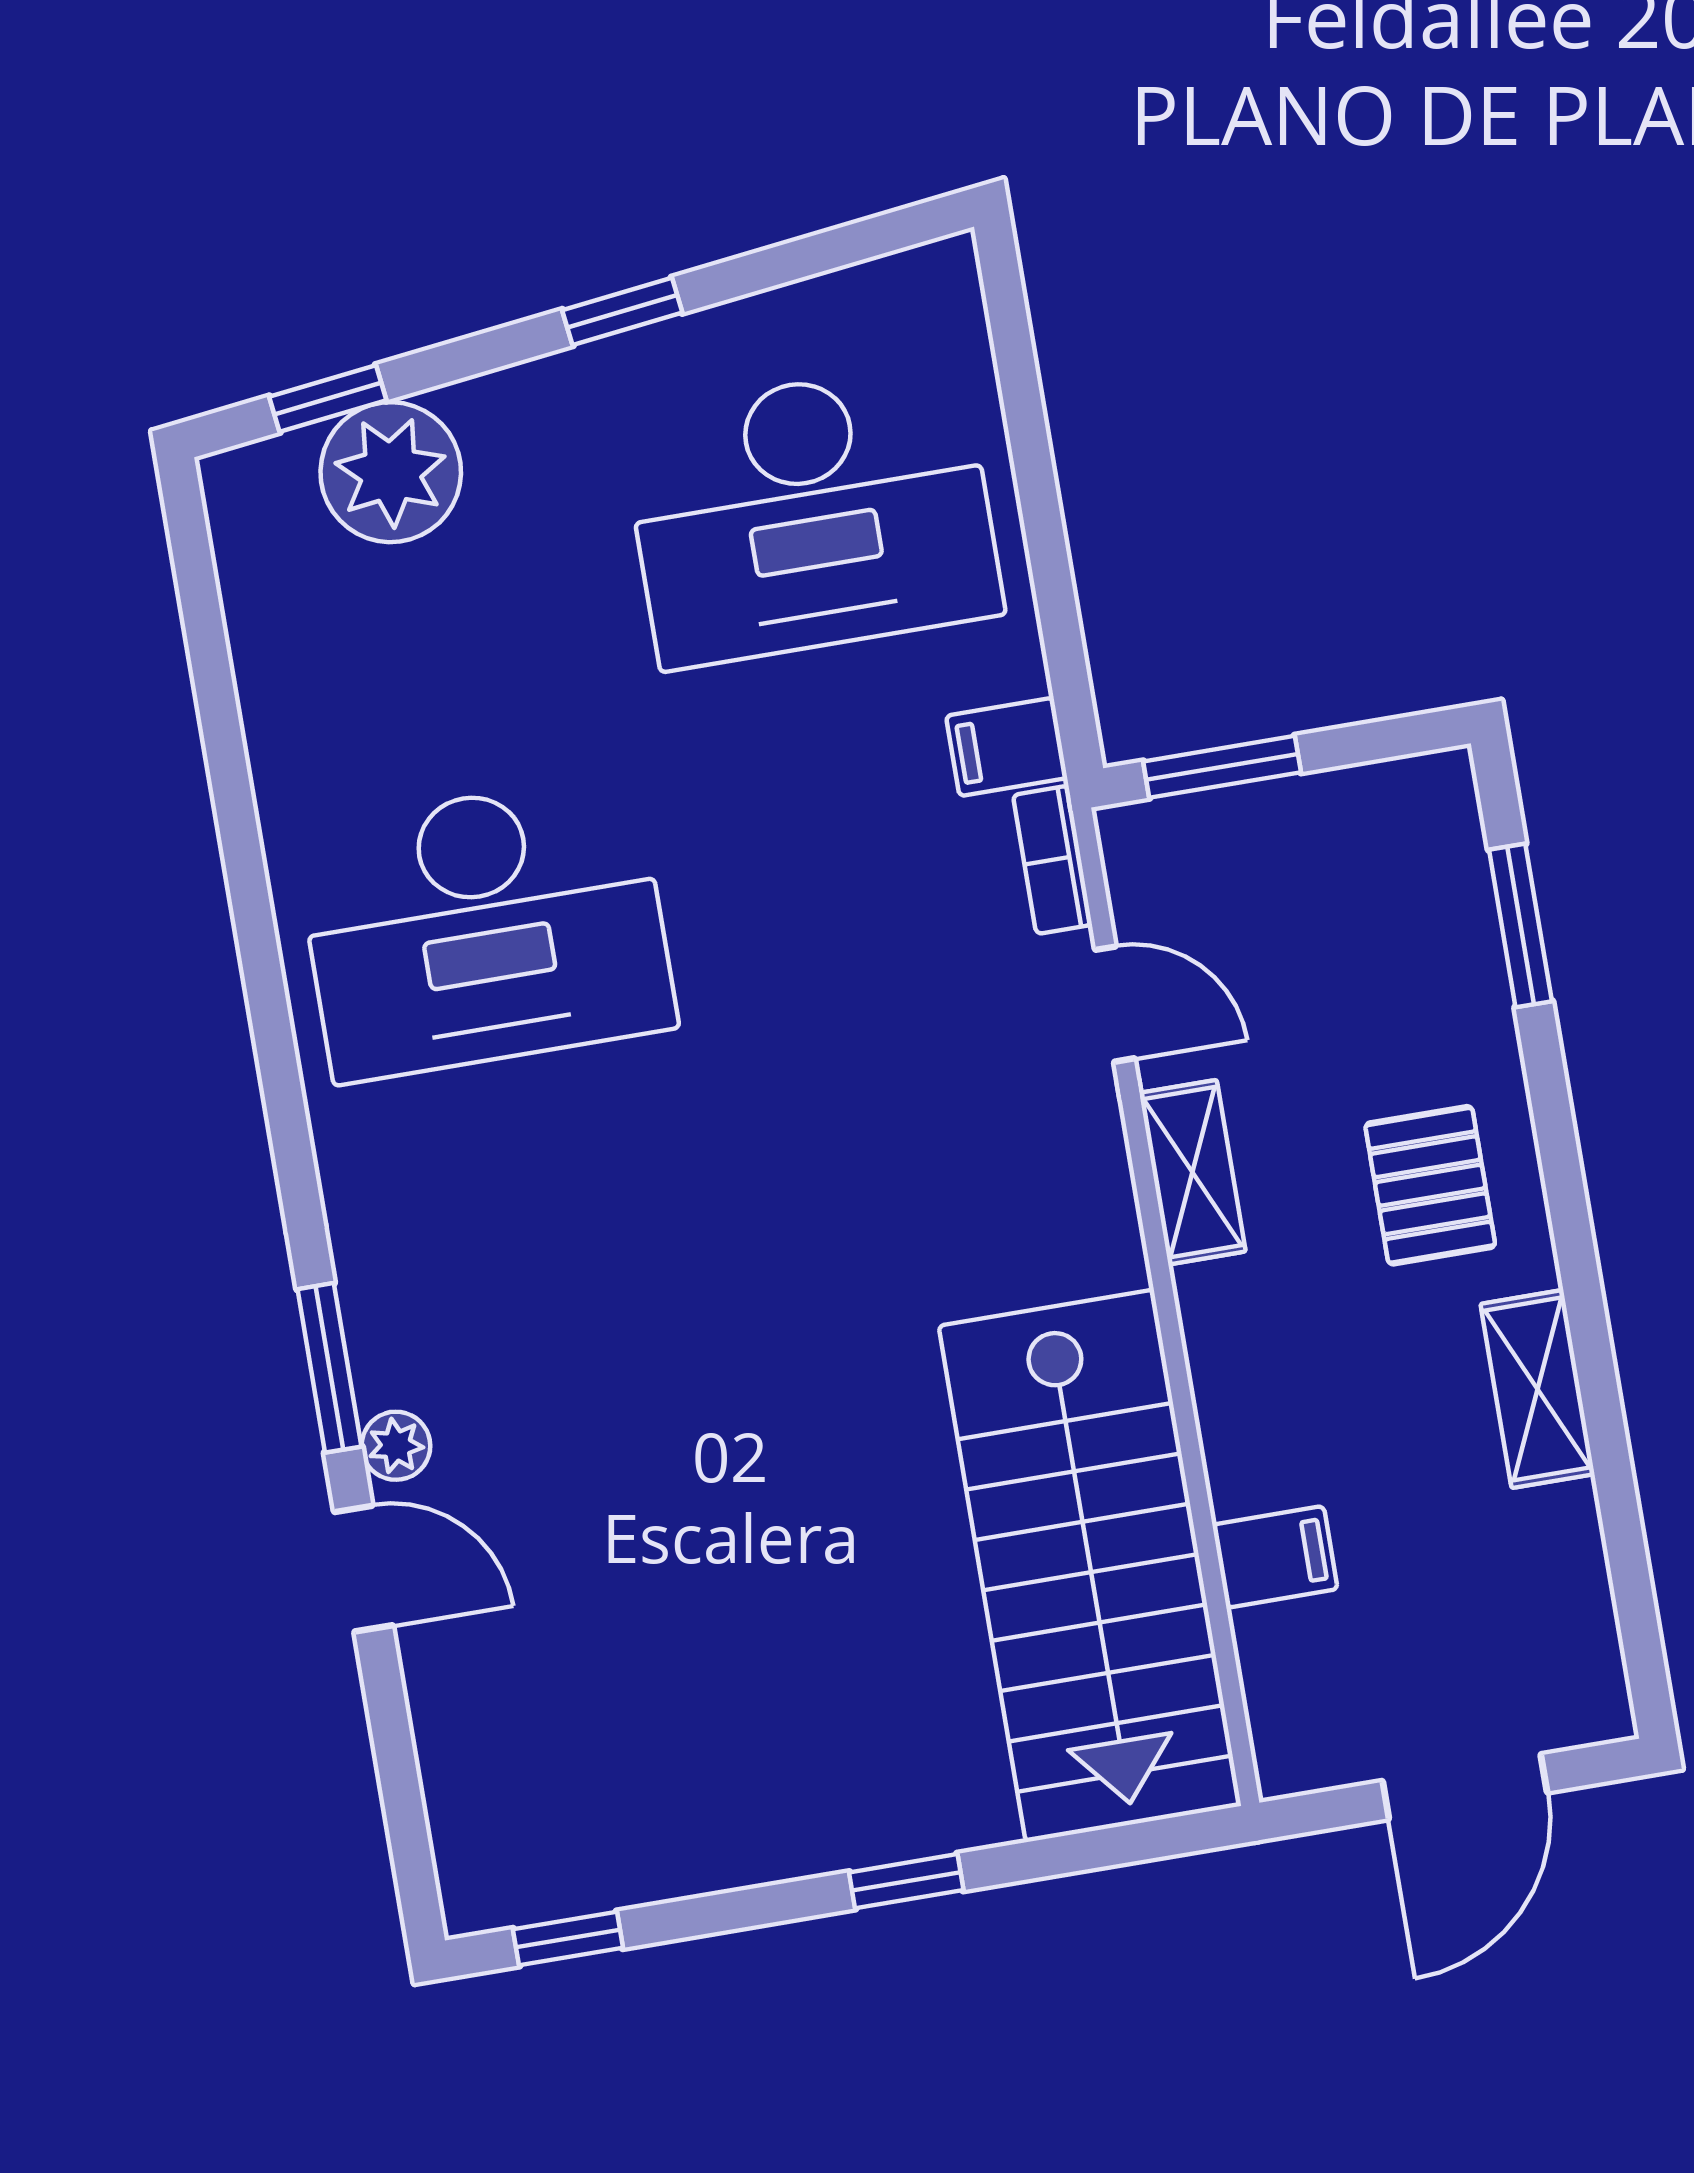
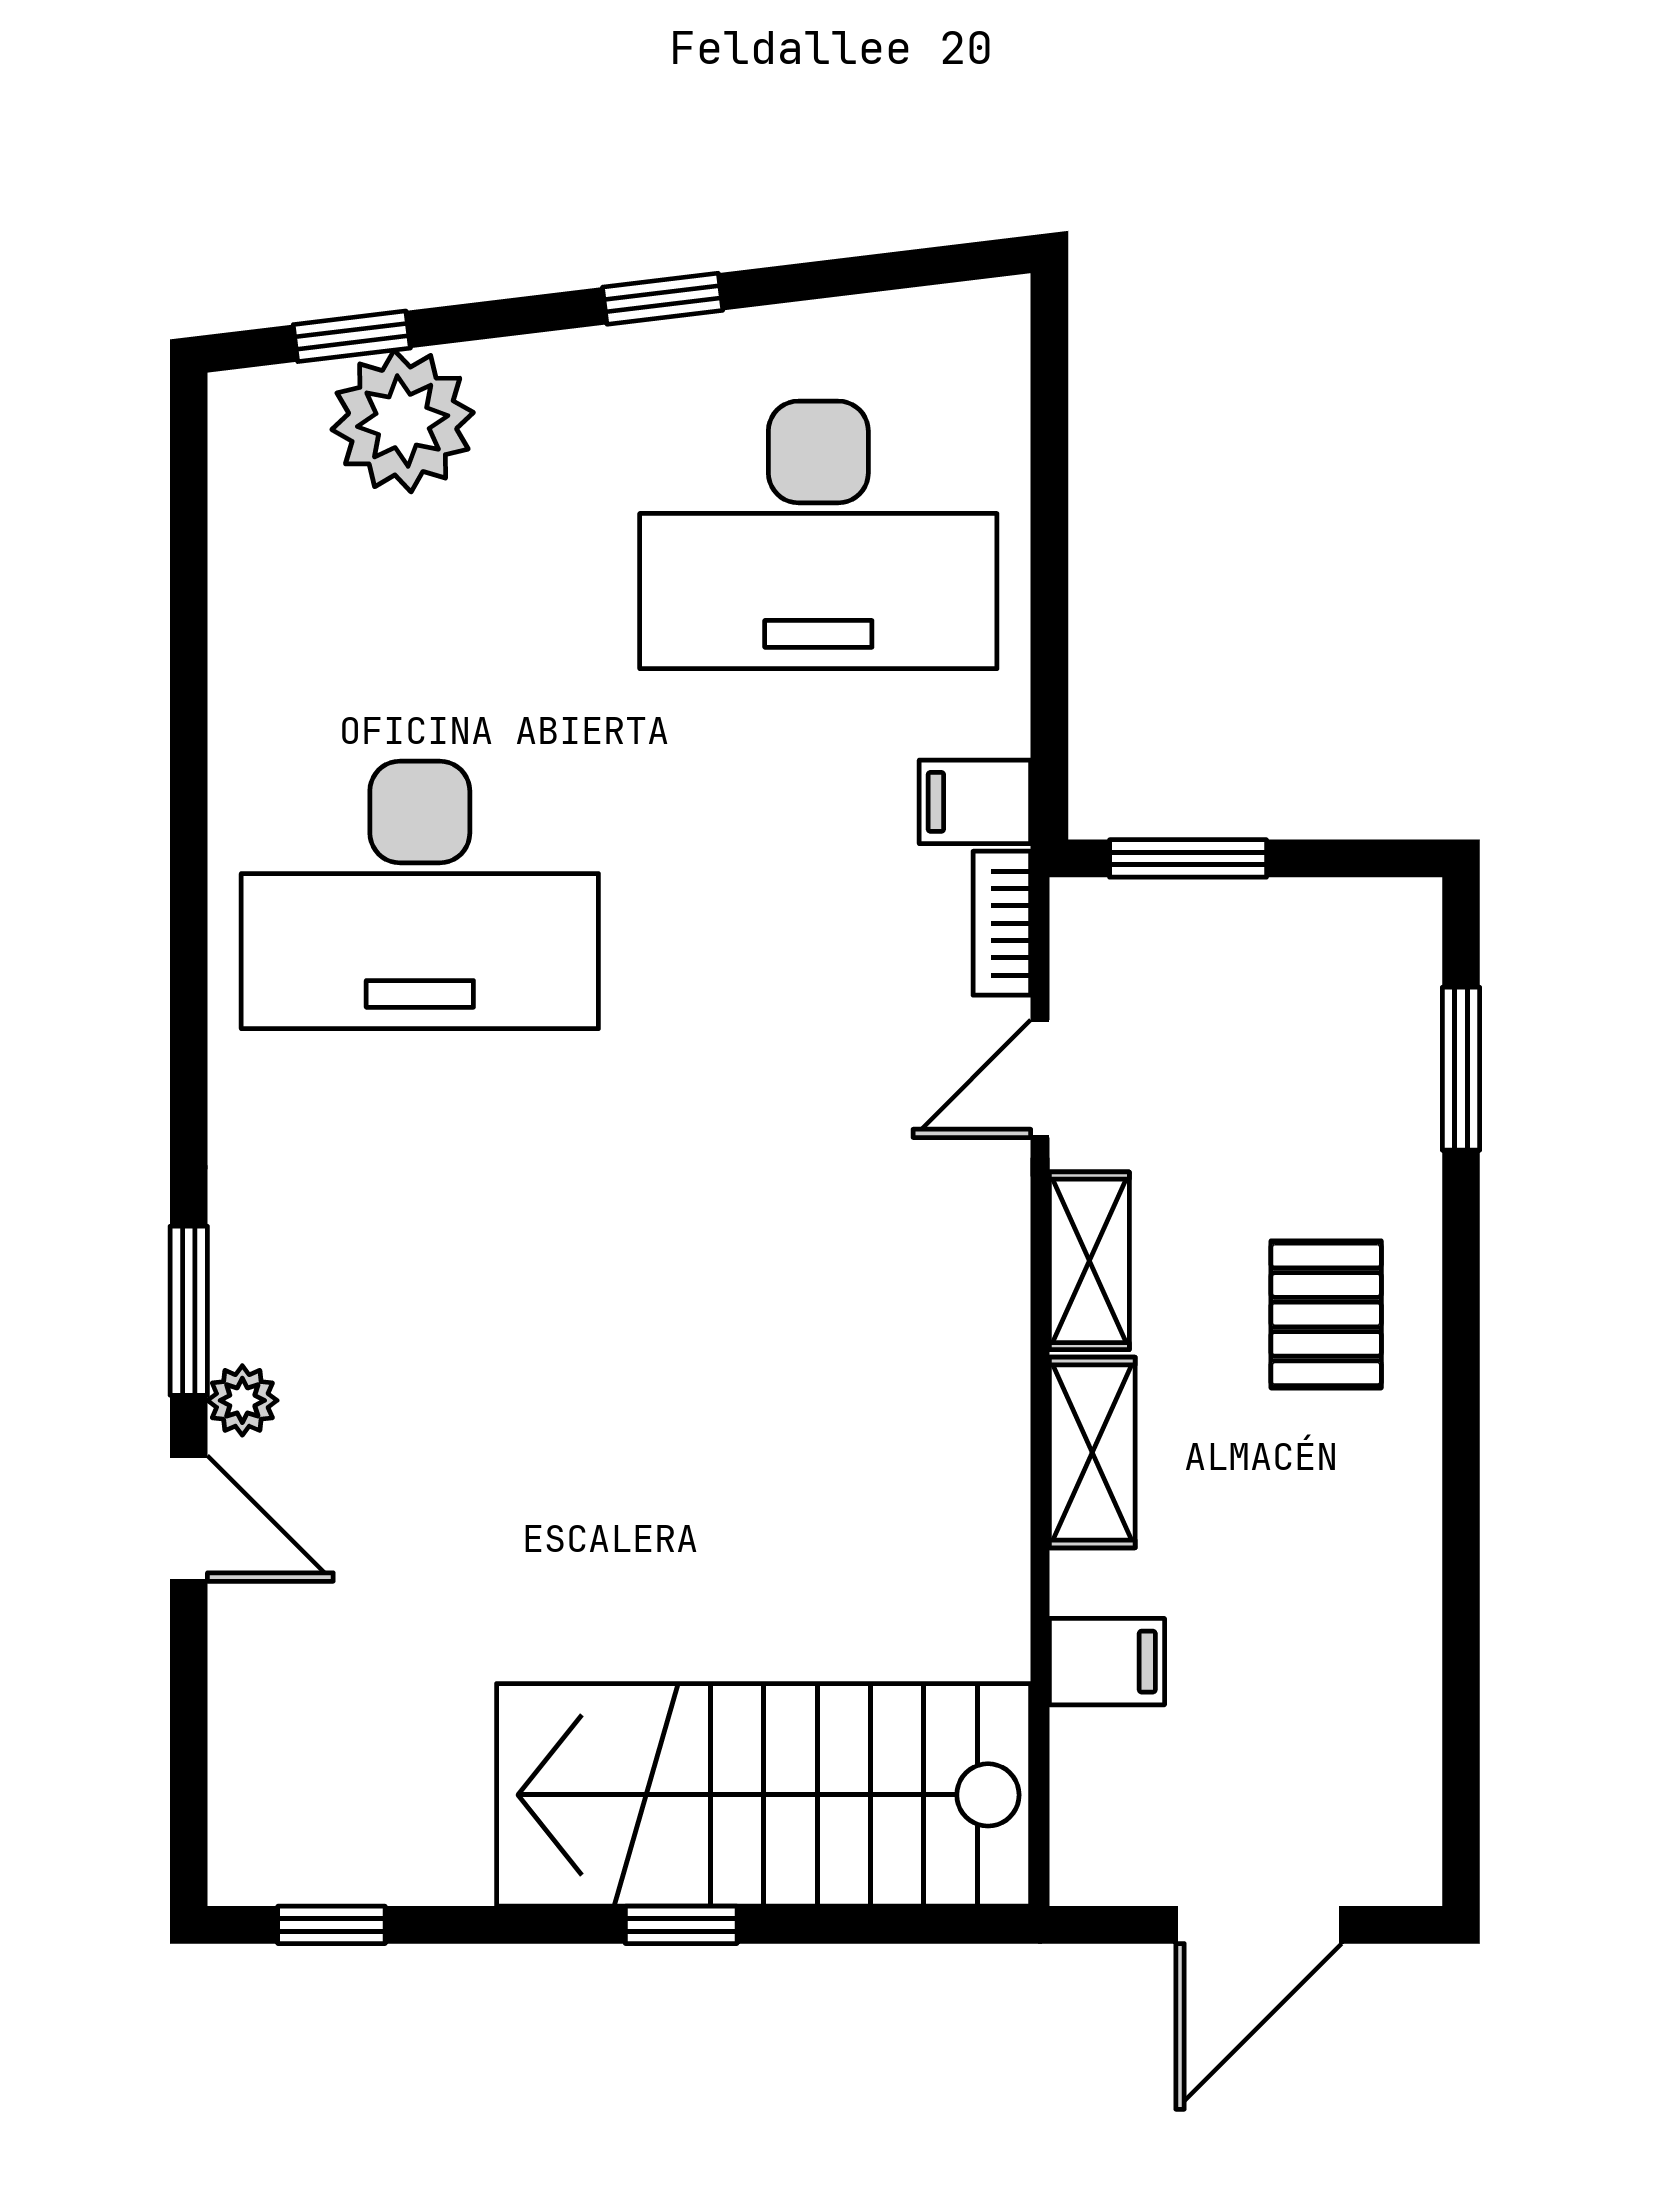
door: (1115, 1004) -> (1040, 1079), swing flipped
shelving: (1538, 1389) -> (1092, 1452), moved
stairs: (1090, 1566) -> (764, 1795), moved, turned 90

